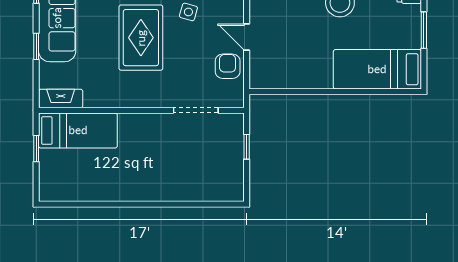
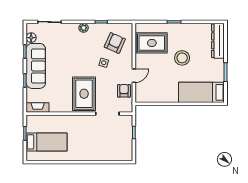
door: (247, 37) -> (134, 76), swing flipped
rug: (141, 38) -> (84, 94), moved
bed: (78, 130) -> (47, 142), moved

